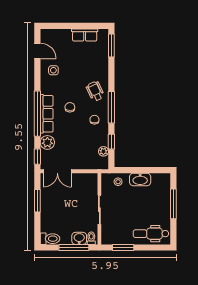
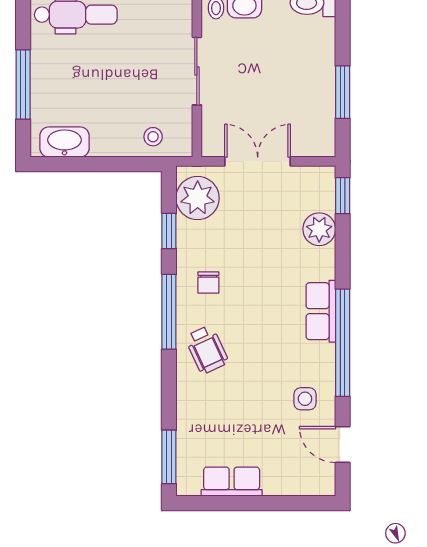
chair: (70, 107) -> (266, 312), removed
window: (37, 114) -> (343, 343), moved
row of seats: (47, 114) -> (321, 311), width x0.68
plant: (103, 151) -> (198, 198), width x1.88, depth x1.88
double door: (57, 171) -> (258, 161), moved
washbasin: (140, 179) -> (64, 142), moved

